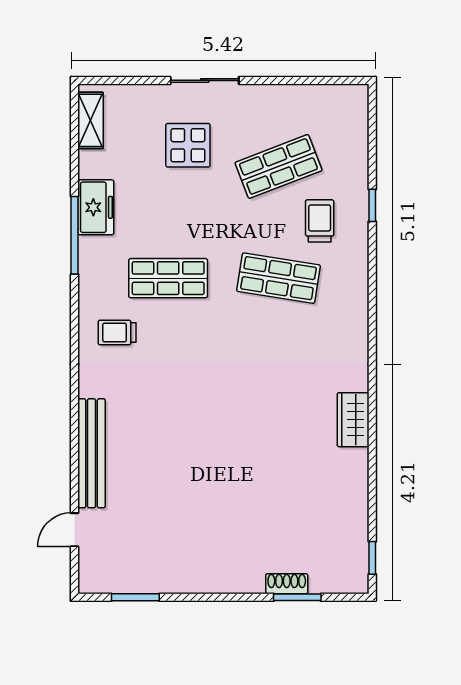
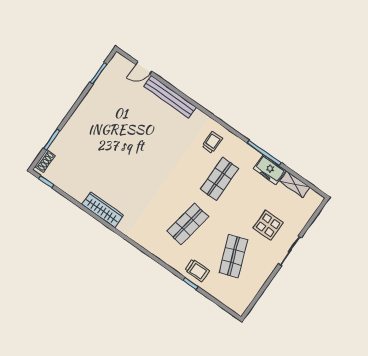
shelving: (91, 120) -> (295, 184), moved
trolley: (320, 221) -> (197, 270), moved
wardrobe: (353, 420) -> (103, 210), width x1.50
door: (75, 530) -> (144, 68), swing flipped
shoe rack: (287, 584) -> (45, 161), moved

